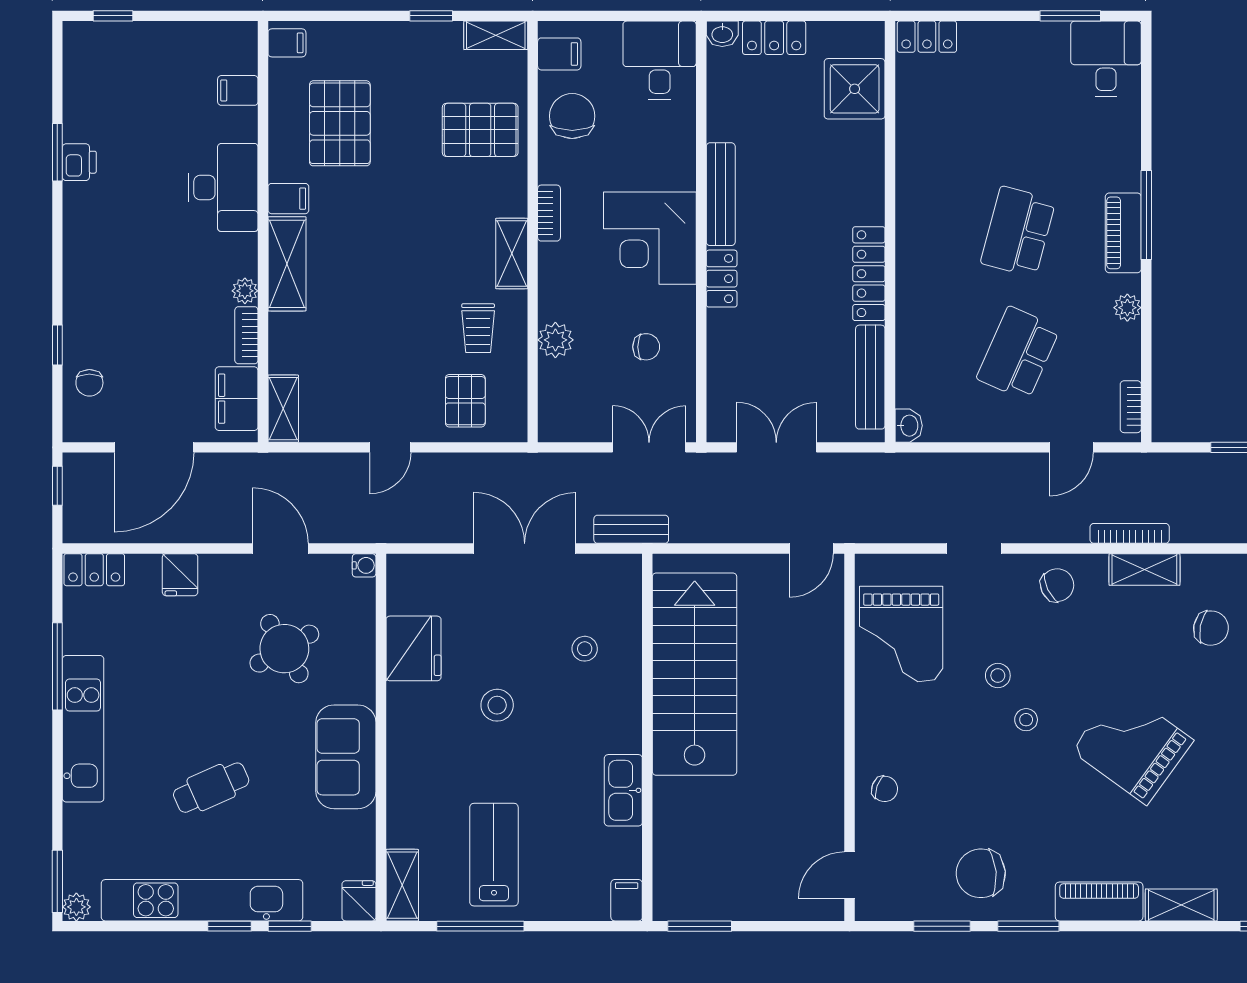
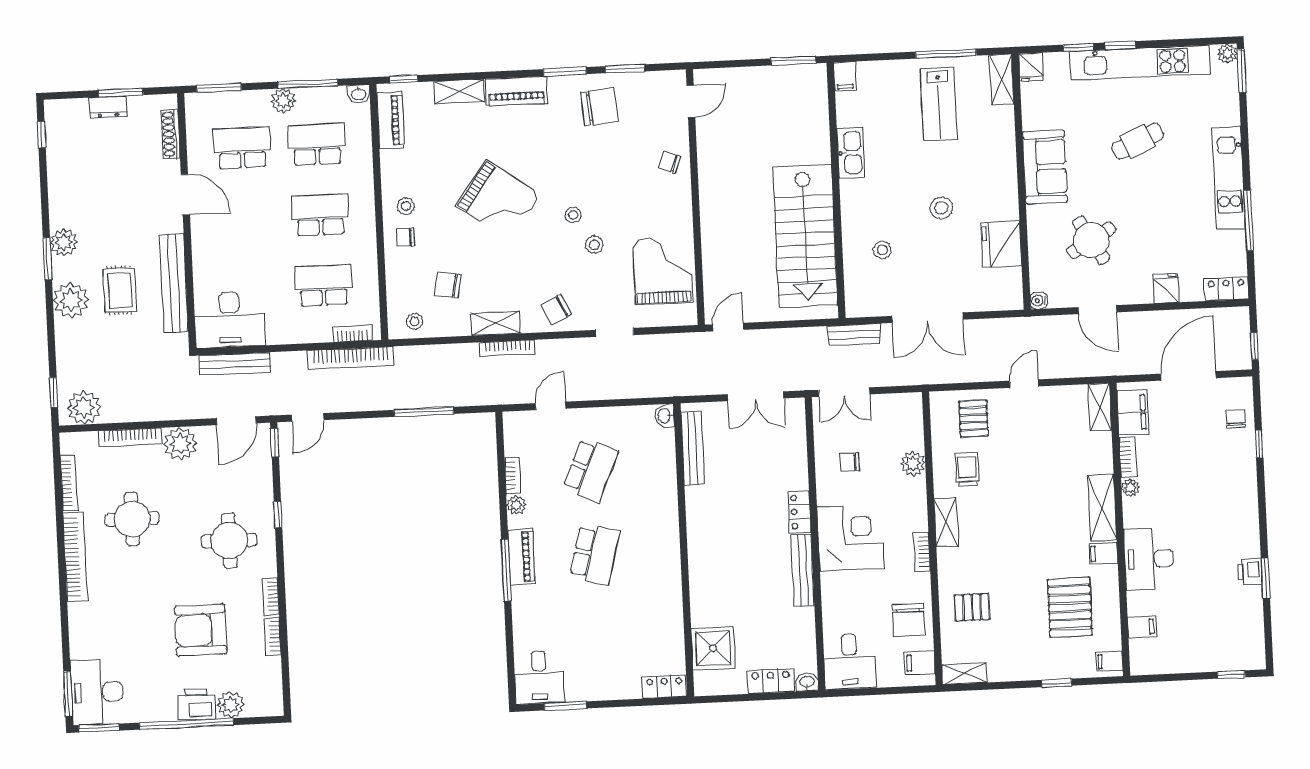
window: (431, 16) -> (1057, 683), moved
pallet: (480, 130) -> (972, 607), width x0.67, depth x0.71
locker: (869, 274) -> (697, 520), removed
bookcase: (1131, 407) -> (512, 476), moved

